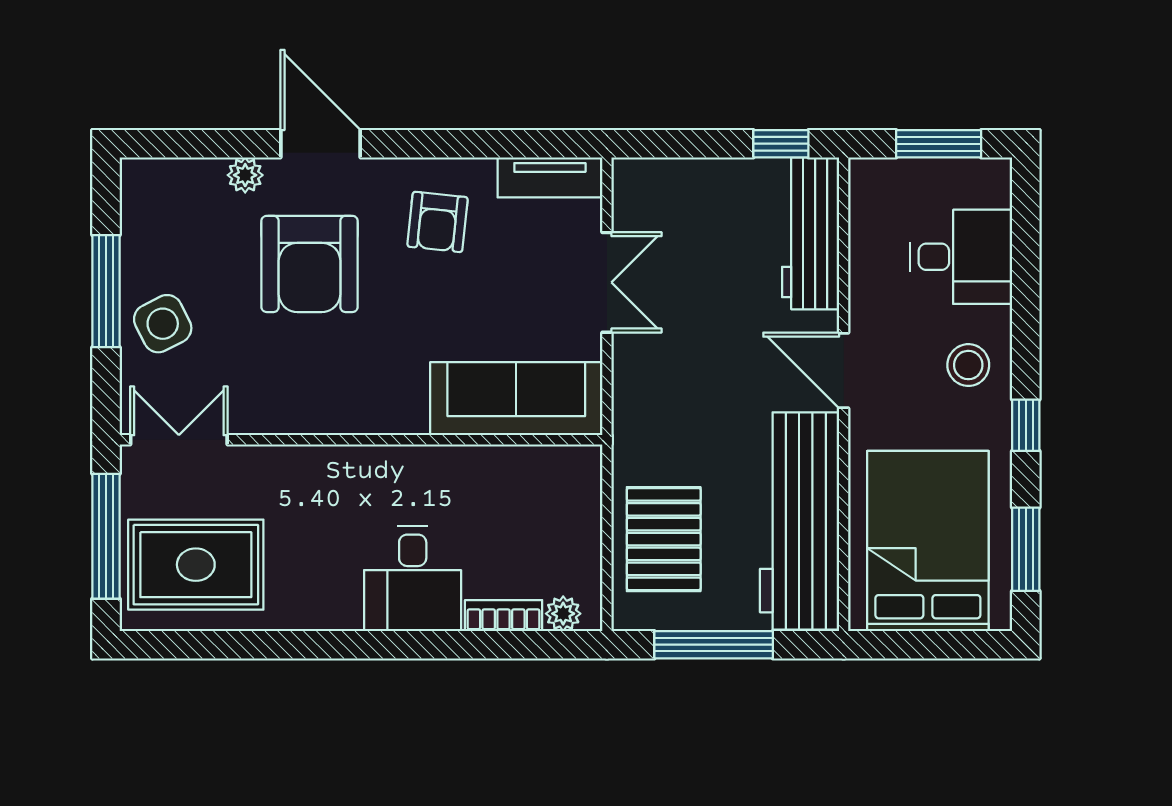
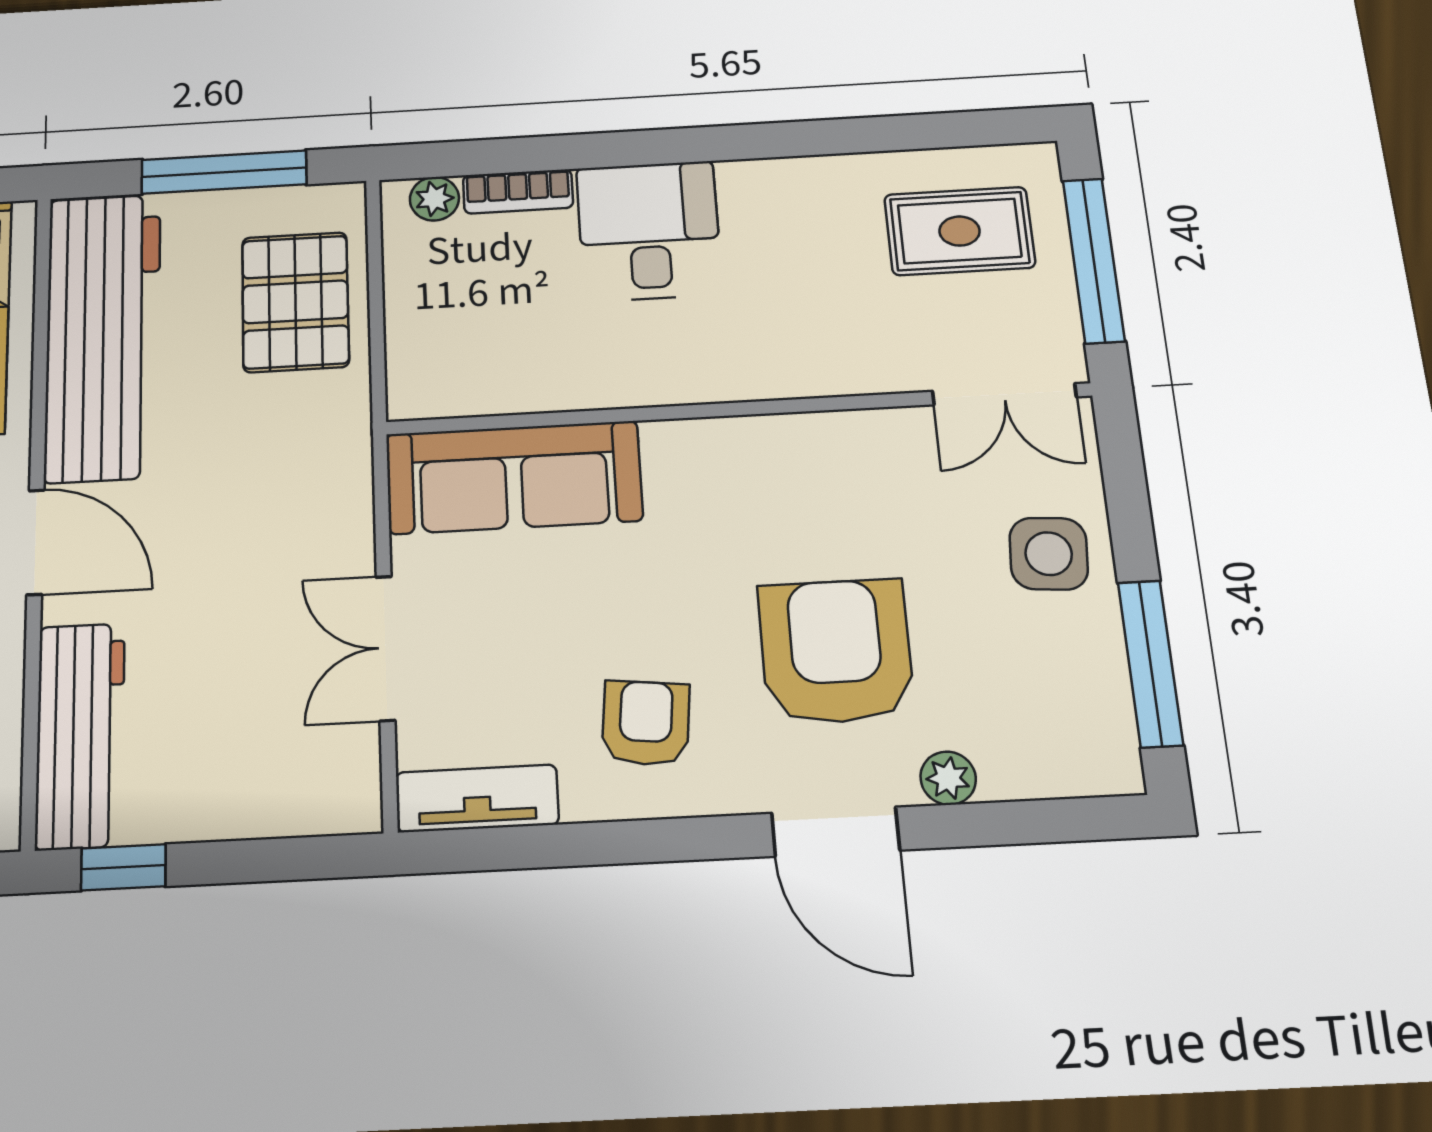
window: (106, 291) -> (1150, 663), moved
side table: (163, 324) -> (1049, 554), turned 31
rug: (196, 565) -> (960, 231), width x0.73, depth x0.70

